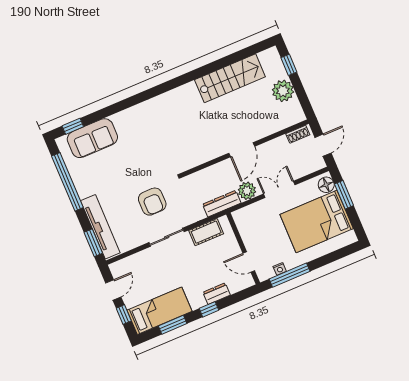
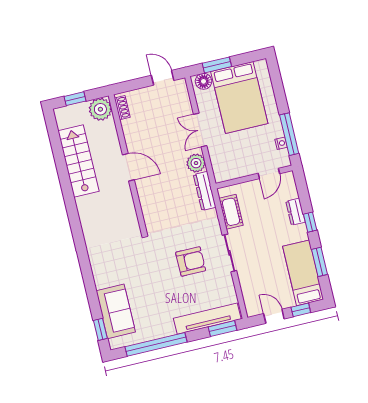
shoe rack: (298, 134) -> (122, 108), moved
wall: (245, 148) -> (127, 164), moved
door: (242, 150) -> (128, 167), moved

